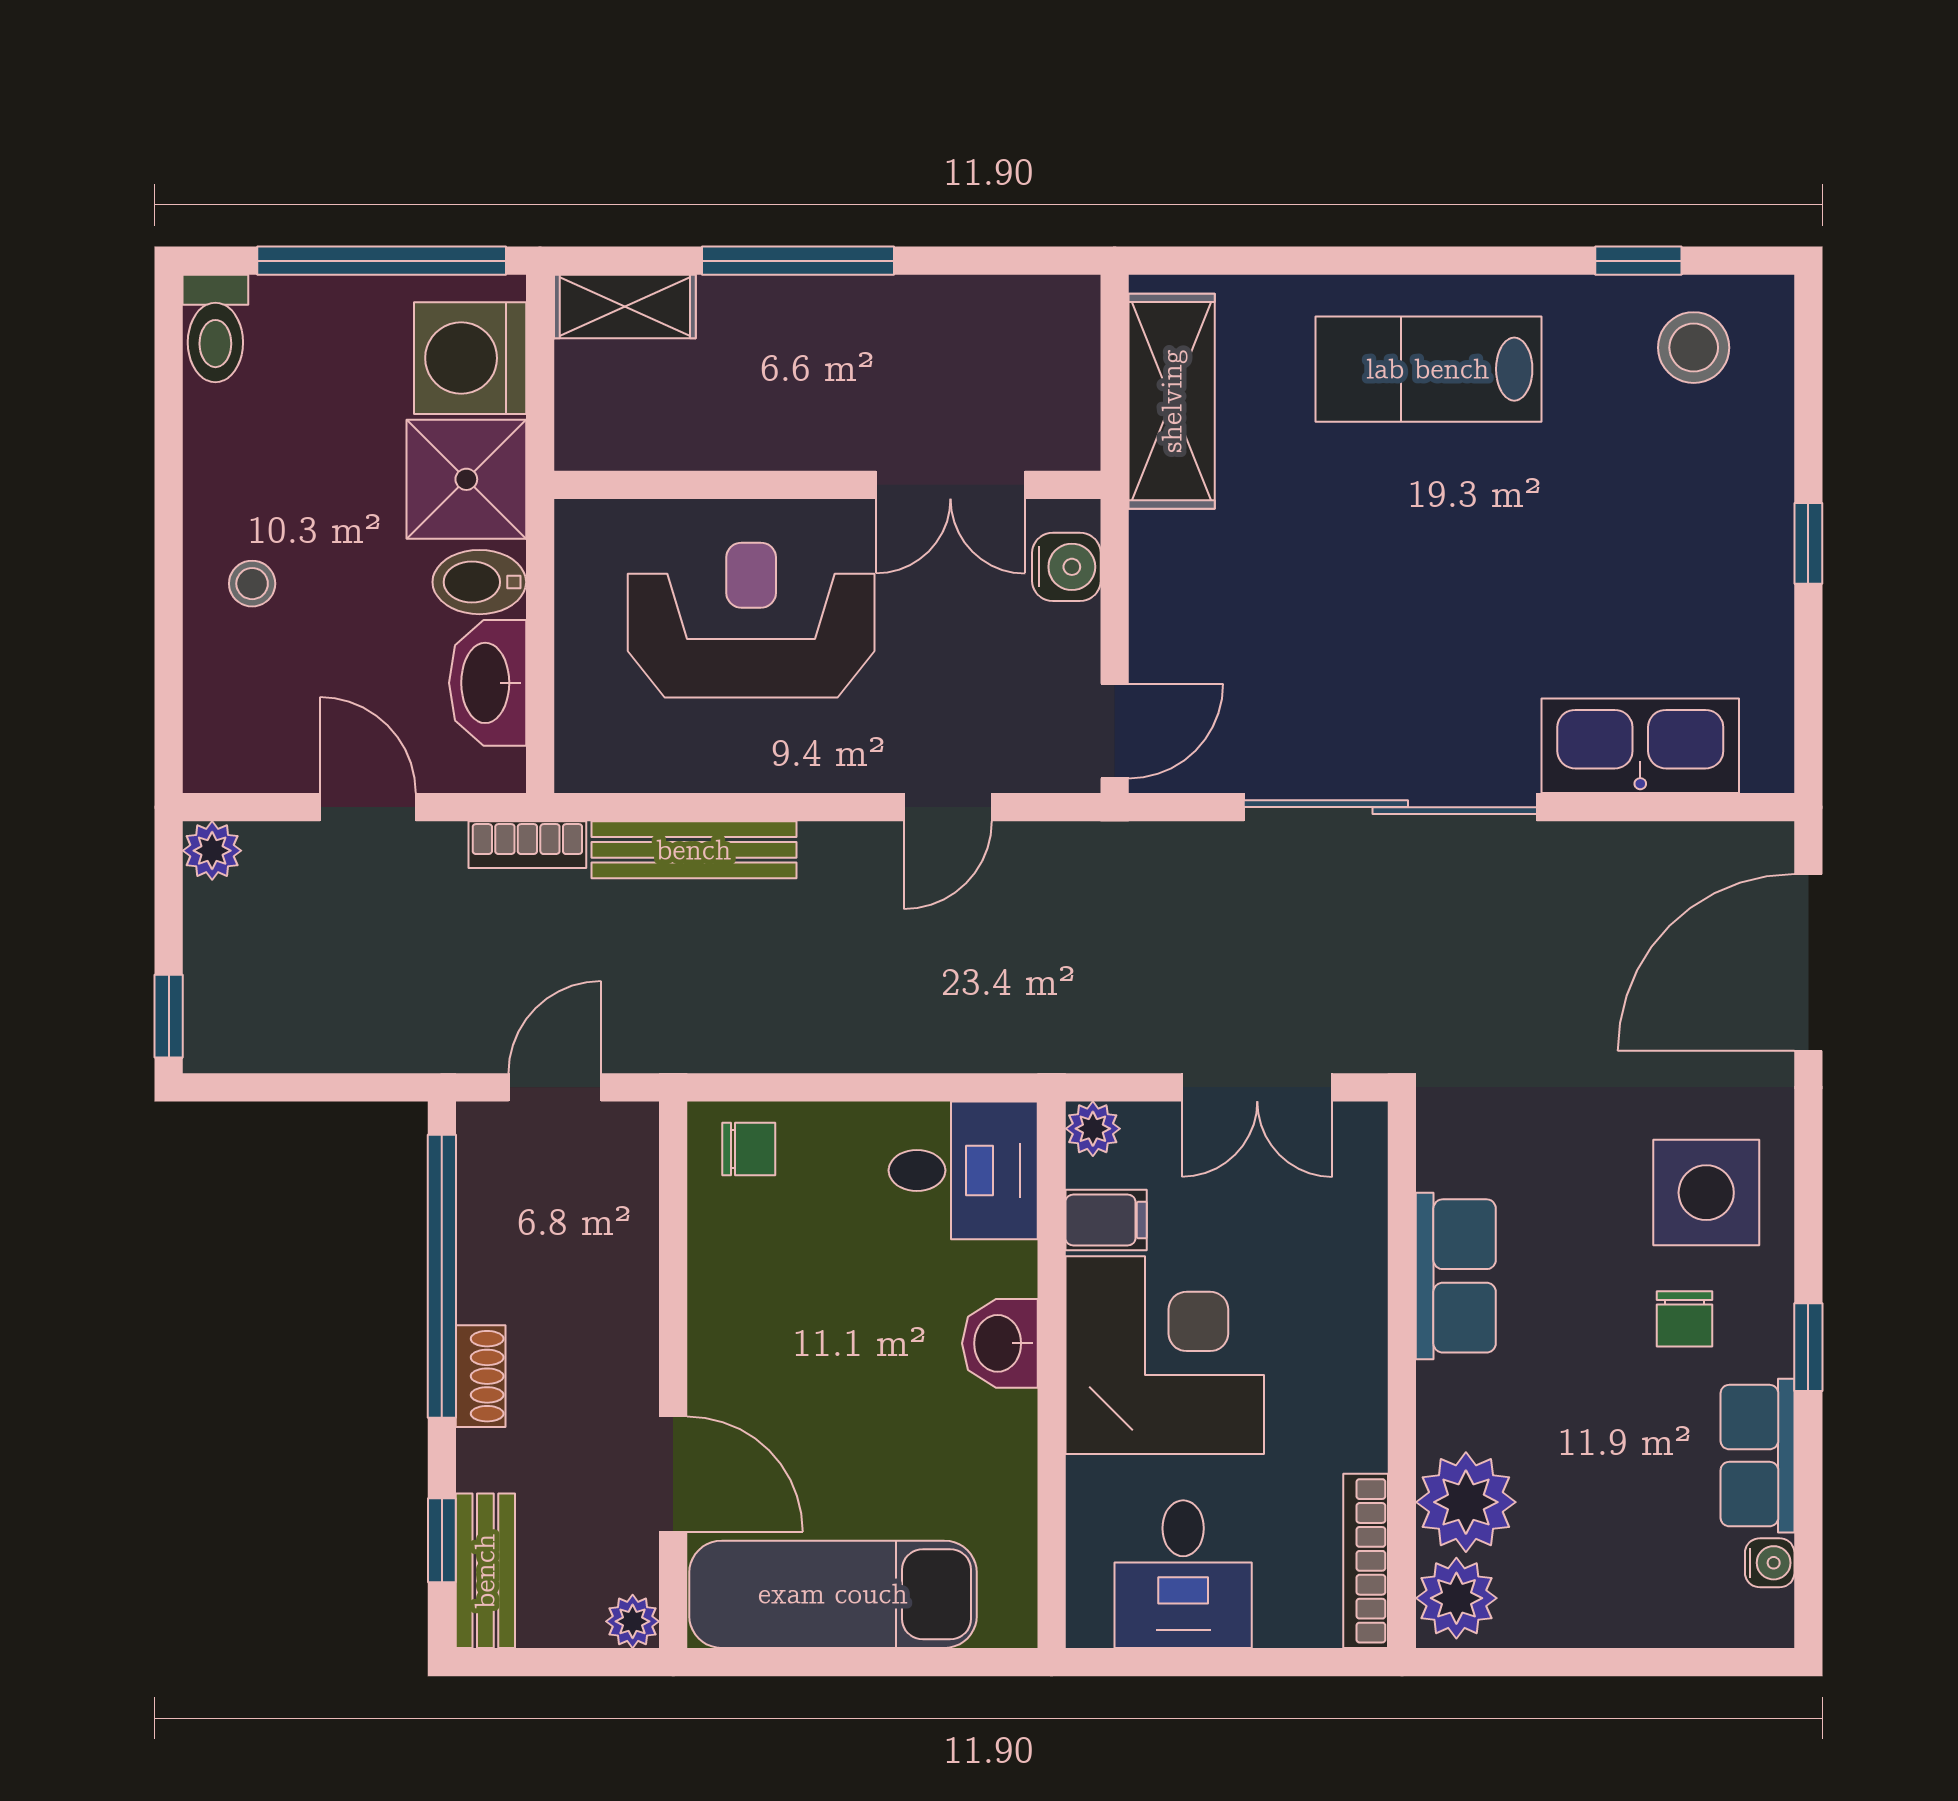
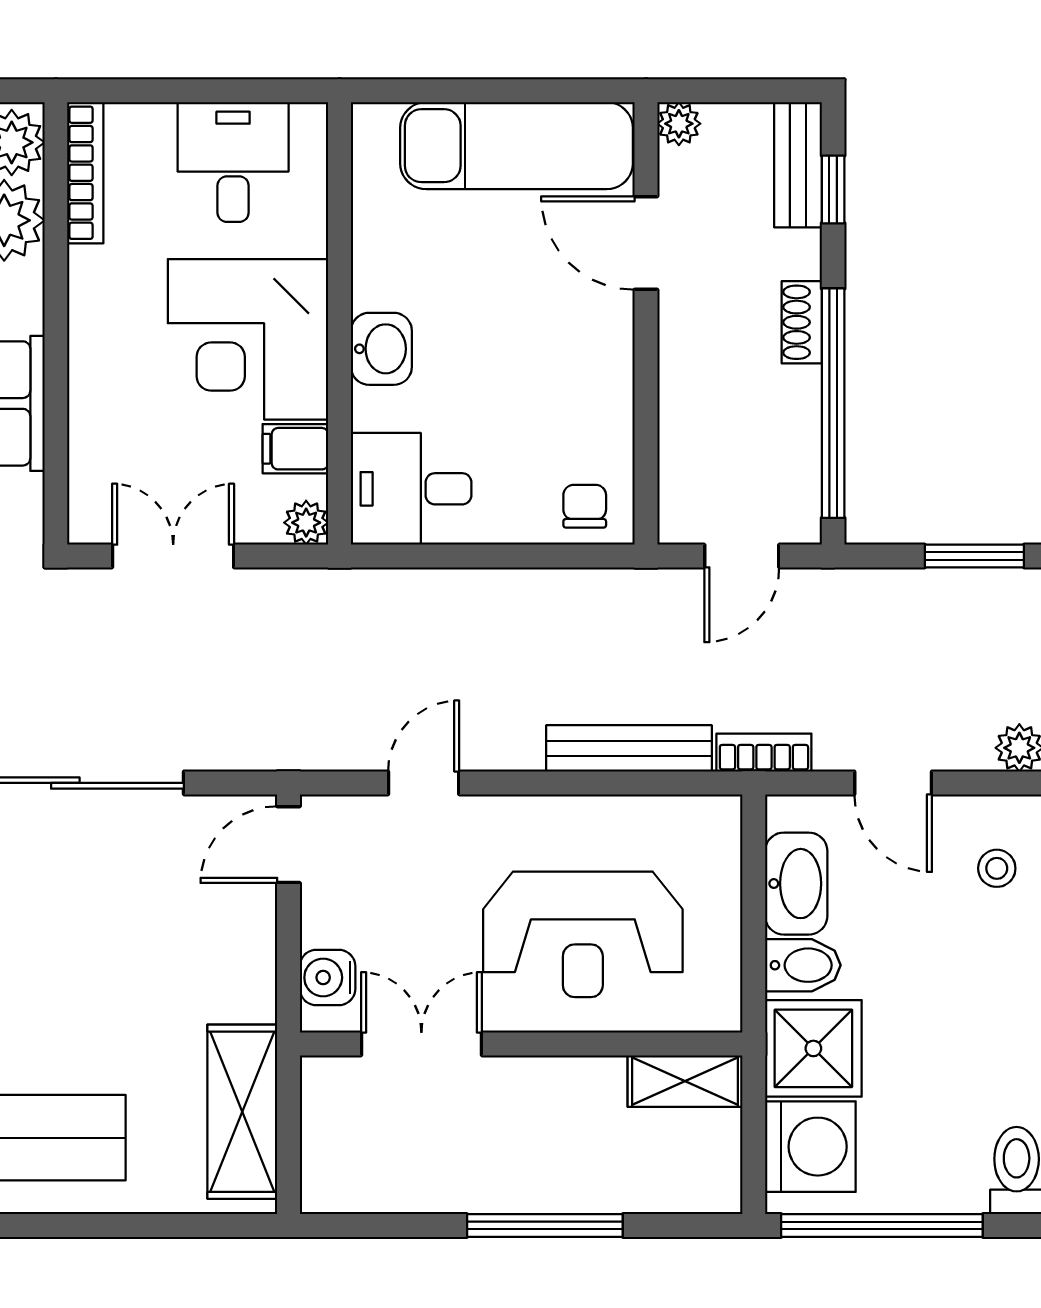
shelving: (625, 306) -> (685, 1081), moved
stool: (252, 584) -> (997, 868), moved
window: (267, 1087) -> (974, 556), added
chair: (749, 1149) -> (585, 506), turned 90

